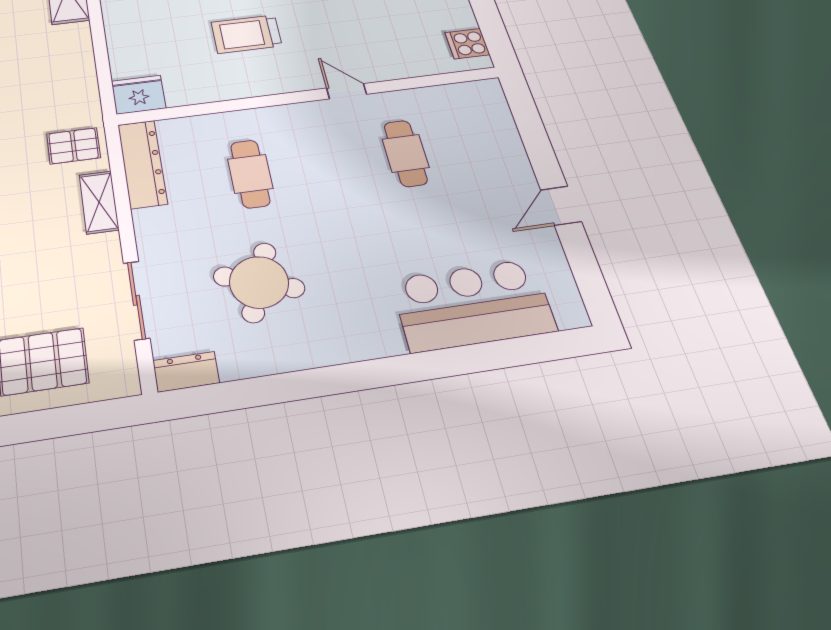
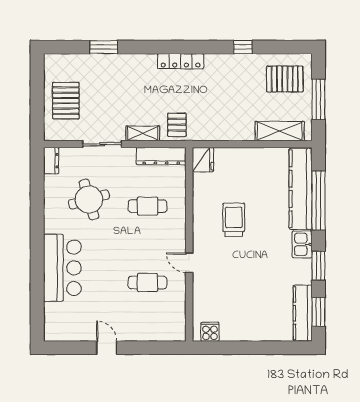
door: (347, 91) -> (189, 263), swing flipped
round table: (259, 282) -> (89, 199), turned -36
sliding door: (136, 300) -> (102, 144), moved
bar counter: (473, 305) -> (62, 268), moved

